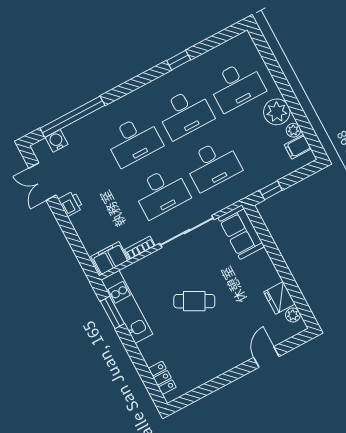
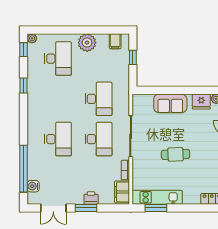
window: (224, 36) -> (24, 50), added
desk: (185, 113) -> (58, 99), removed
plant: (293, 130) -> (32, 38), moved
window: (271, 190) -> (133, 57), moved
printer: (71, 204) -> (91, 198), moved
window: (65, 223) -> (86, 208), added
sofa: (241, 232) -> (170, 103), moved
cafe table: (194, 301) -> (176, 154), turned 60

